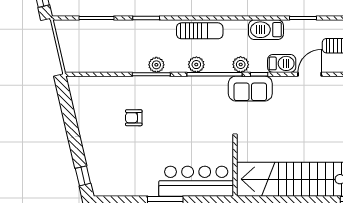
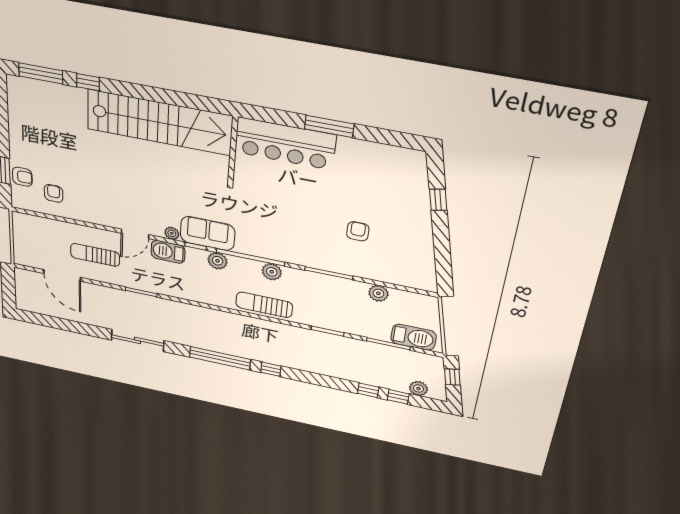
barbecue: (266, 30) -> (414, 337), moved
plant: (156, 65) -> (378, 293), moved
plant: (279, 82) -> (172, 233), added
armchair: (134, 118) -> (358, 231), turned -90
window: (83, 176) -> (438, 200), moved

